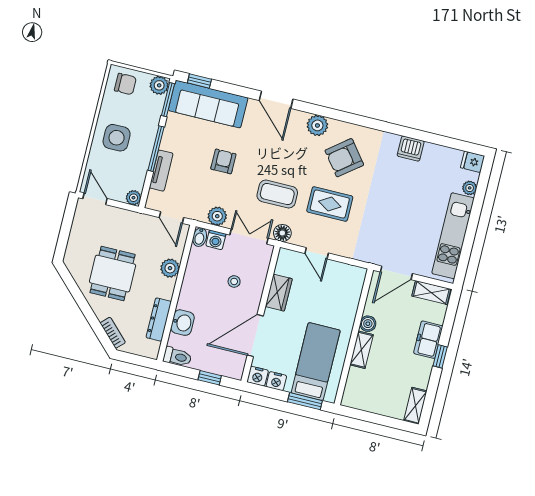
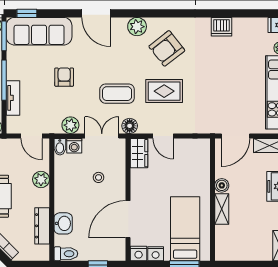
wardrobe: (279, 293) -> (139, 153), moved

